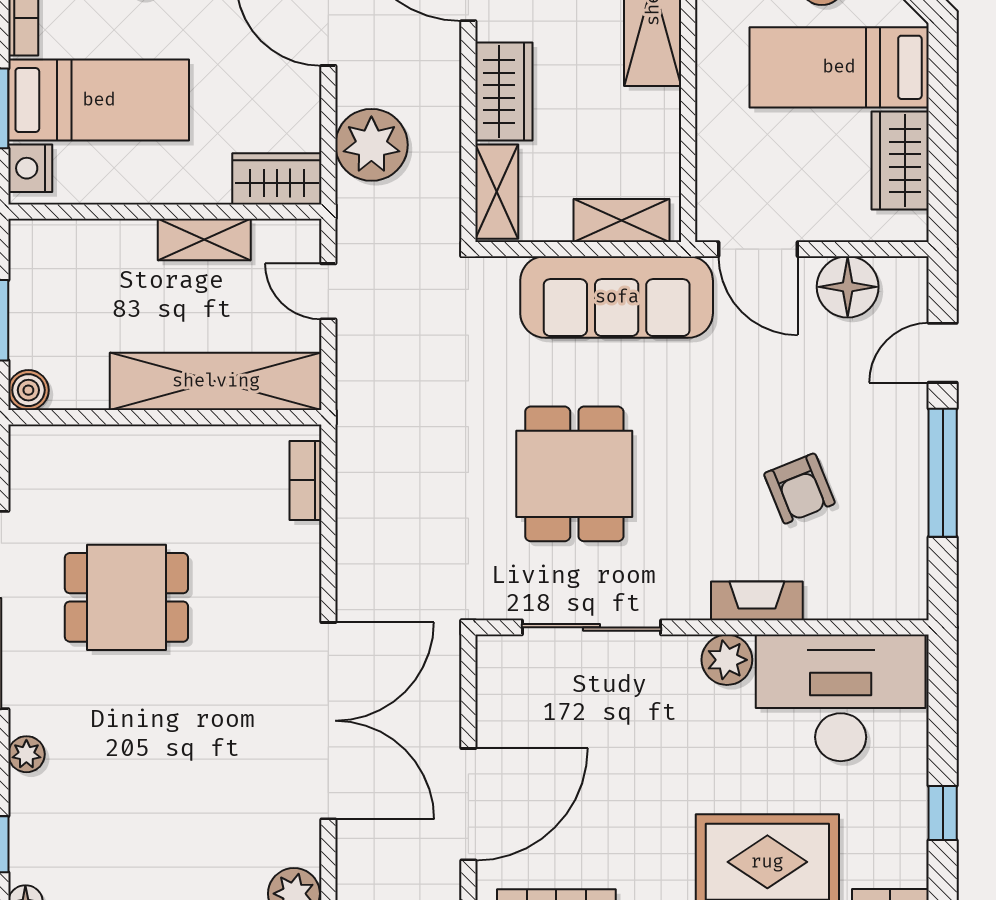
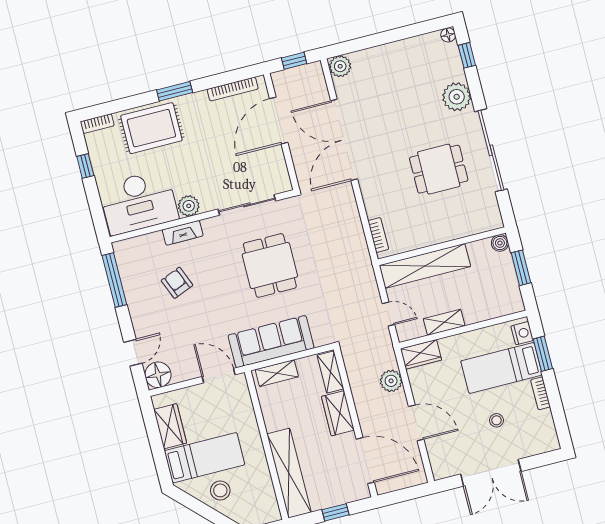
plant: (371, 145) -> (391, 381), width x0.73, depth x0.73
floor lamp: (848, 287) -> (158, 375), moved
window: (943, 473) -> (114, 280), moved
plant: (26, 754) -> (457, 97), width x1.87, depth x1.87

